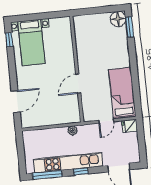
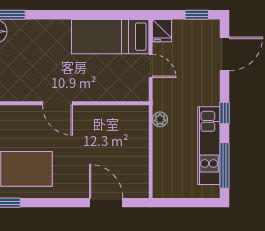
door: (78, 84) -> (58, 103), moved
window: (142, 147) -> (197, 15), added
kitchen unit: (68, 163) -> (209, 146), width x0.73

